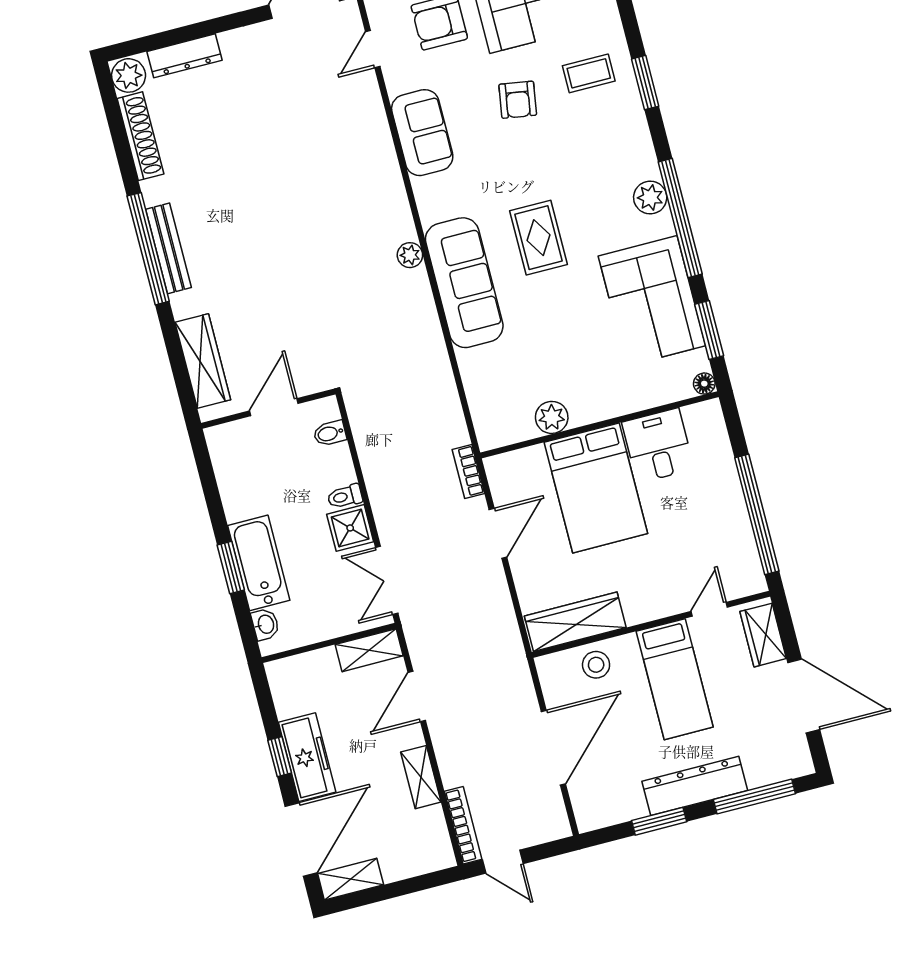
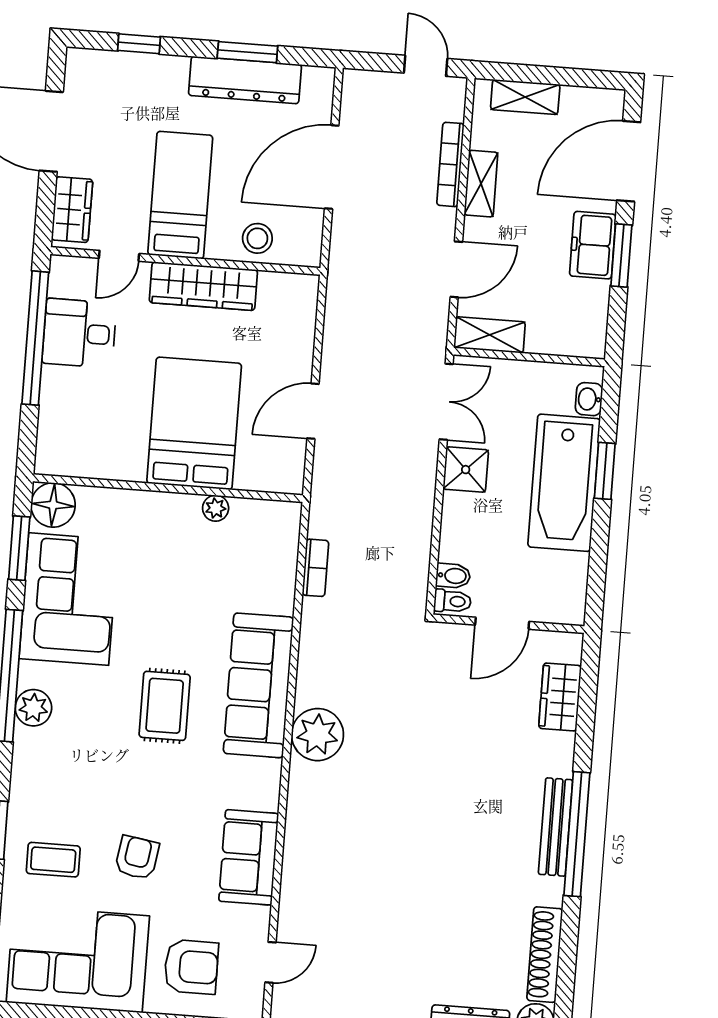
plant: (410, 255) -> (317, 735), width x1.87, depth x1.87
wardrobe: (203, 361) -> (560, 697), width x0.67
floor lamp: (704, 384) -> (53, 505), width x1.89, depth x1.89
plant: (552, 417) -> (216, 508), width x0.73, depth x0.73
desk: (658, 446) -> (79, 333), moved, turned 90
bookcase: (468, 472) -> (315, 568), moved
toilet: (345, 496) -> (452, 601), moved
bathtub: (259, 563) -> (564, 483), width x1.36, depth x1.36
wardrobe: (575, 622) -> (203, 286), moved
window: (280, 757) -> (621, 256), width x1.50
freezer: (307, 757) -> (593, 245), width x0.71
dresser: (695, 786) -> (245, 80), moved
window: (754, 797) -> (139, 44), width x0.46
bookcase: (463, 825) -> (450, 164), moved
shelving: (351, 879) -> (525, 97), moved

